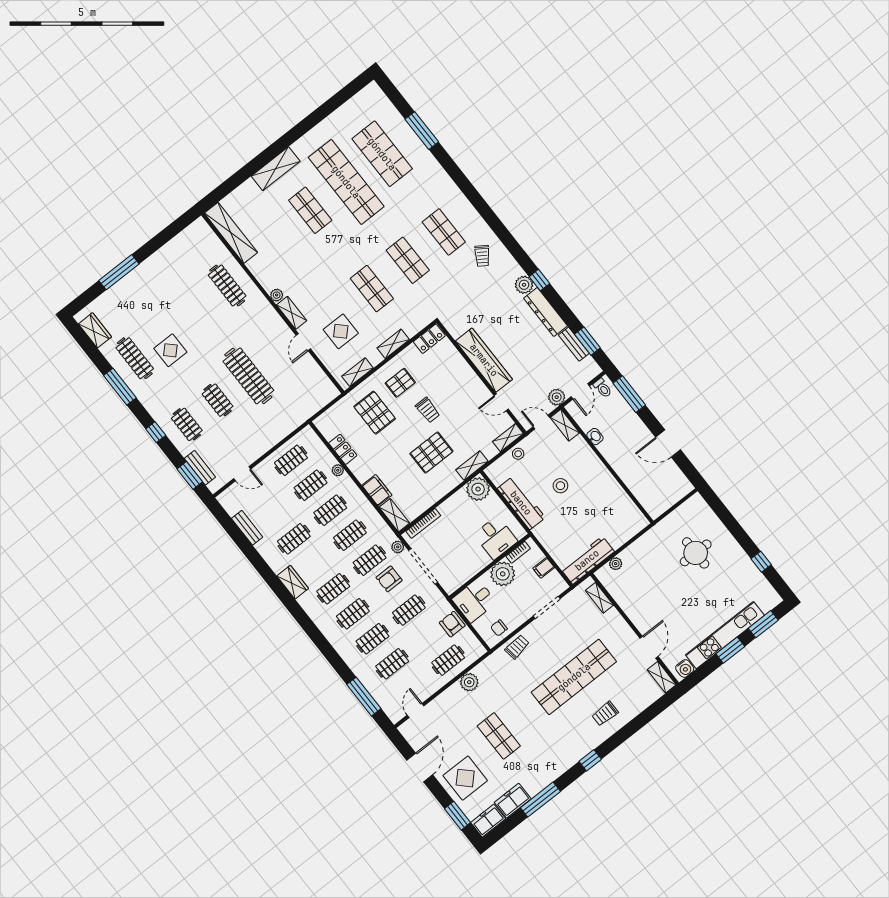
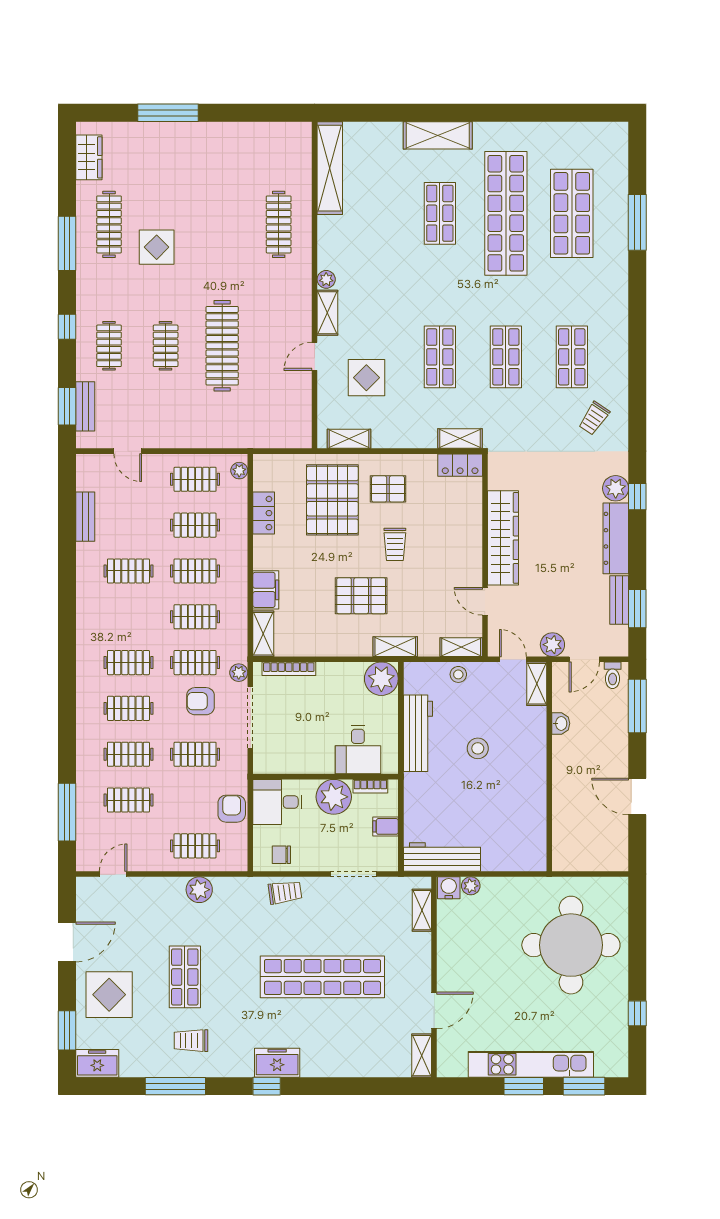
shelving: (393, 344) -> (460, 439), moved
pallet: (375, 413) -> (332, 500), width x1.37, depth x1.41
plant: (338, 470) -> (239, 471), moved
round table: (696, 553) -> (571, 945), width x1.86, depth x1.86
wardrobe: (293, 582) -> (88, 619), removed
water cooler: (685, 668) -> (449, 888), moved, turned 180
trolley: (605, 714) -> (191, 1041), moved
freezer: (513, 801) -> (277, 1063), moved

